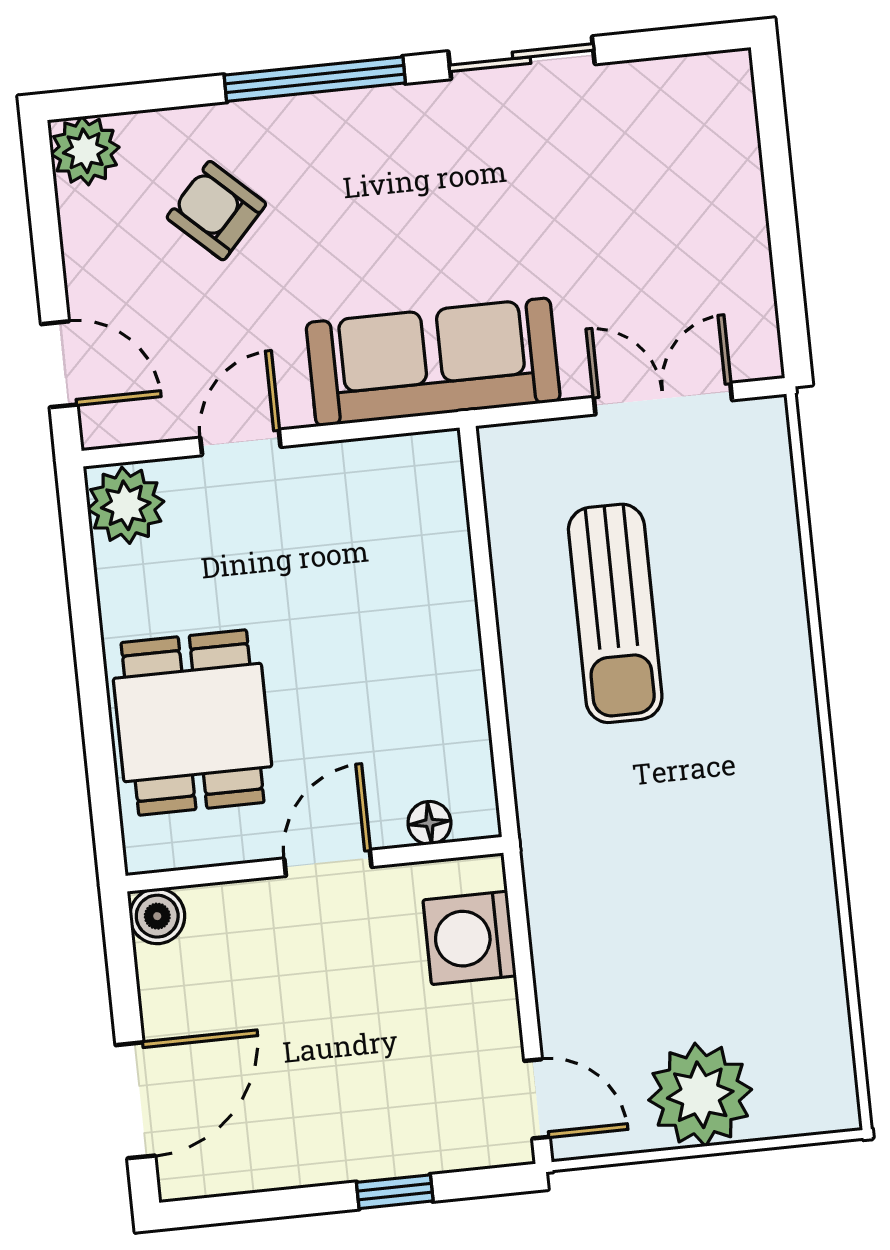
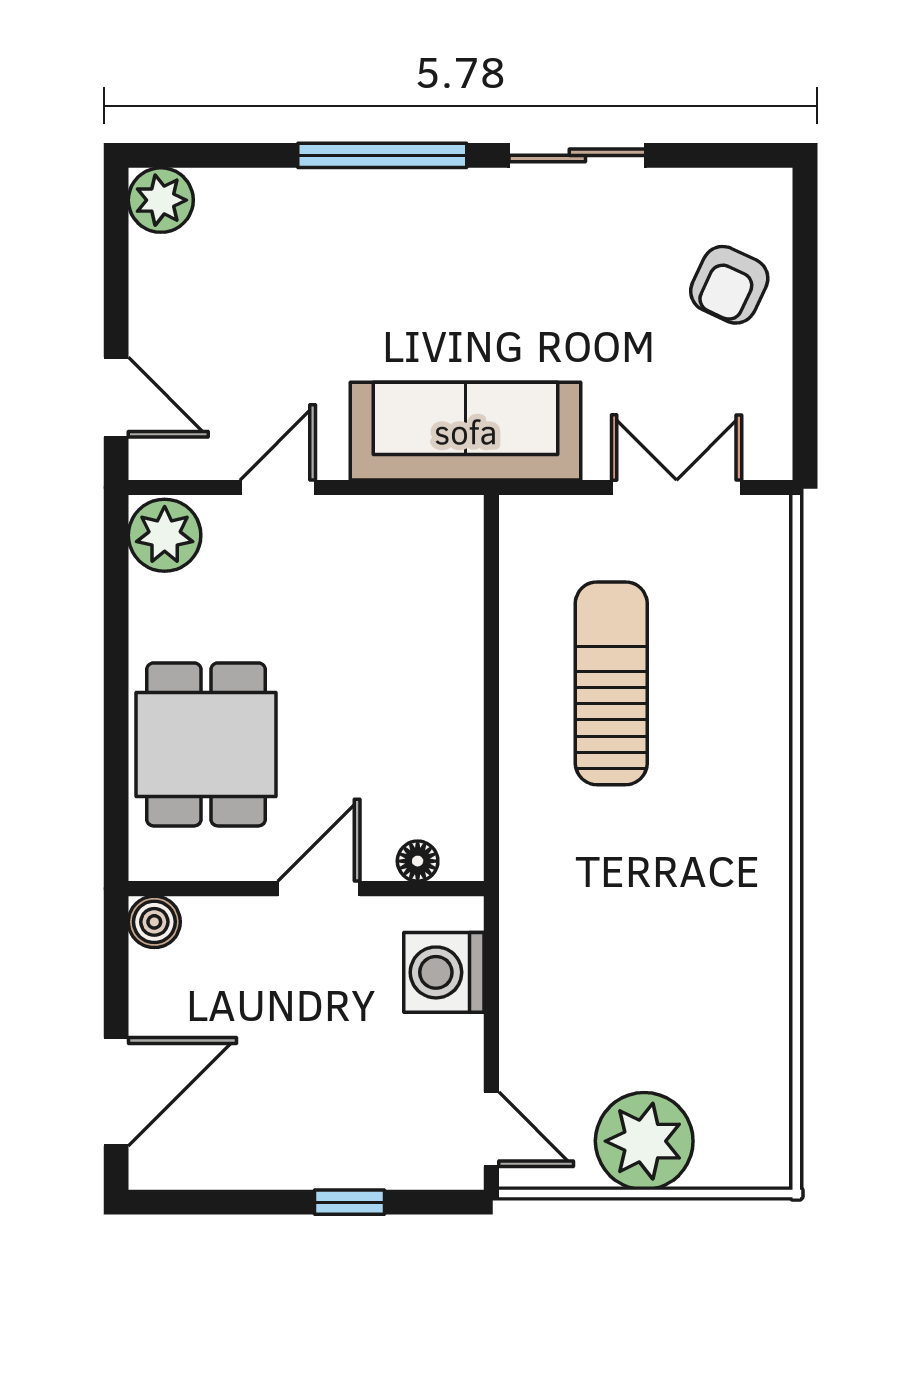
armchair: (216, 211) -> (729, 285), moved, turned -108
sun lounger: (615, 613) -> (611, 683), turned 180

